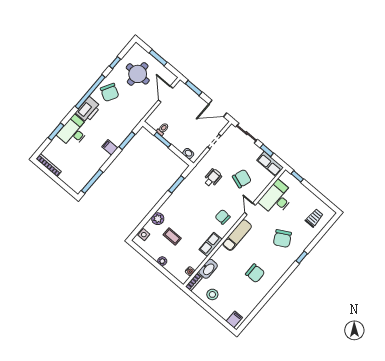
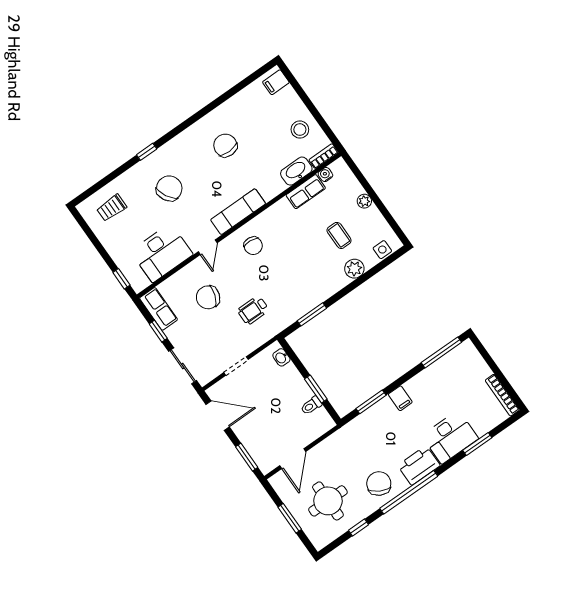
row of seats: (211, 244) -> (306, 192), moved

